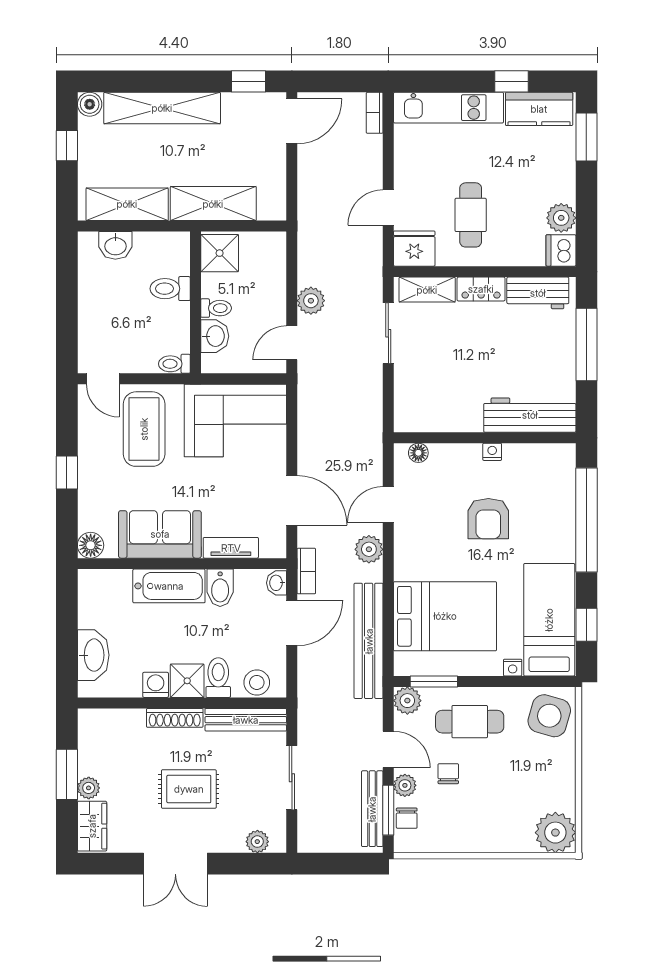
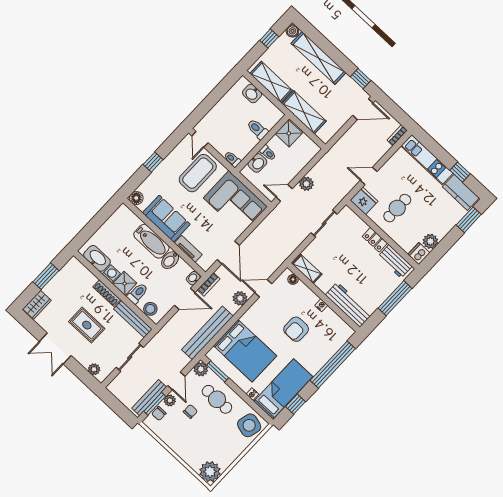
shelving: (427, 290) -> (307, 269), moved
washbasin: (93, 655) -> (97, 258), moved, turned -90
plant: (89, 788) -> (49, 289), removed

